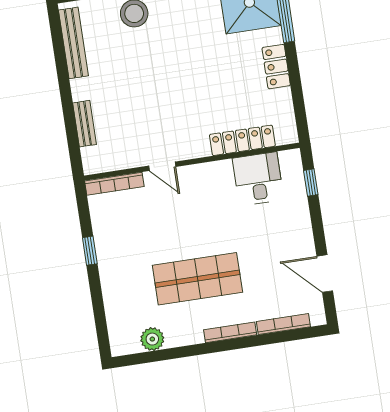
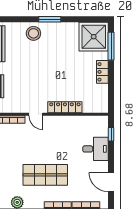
locker: (242, 140) -> (65, 107), moved
desk: (258, 179) -> (96, 149), moved, turned 90

